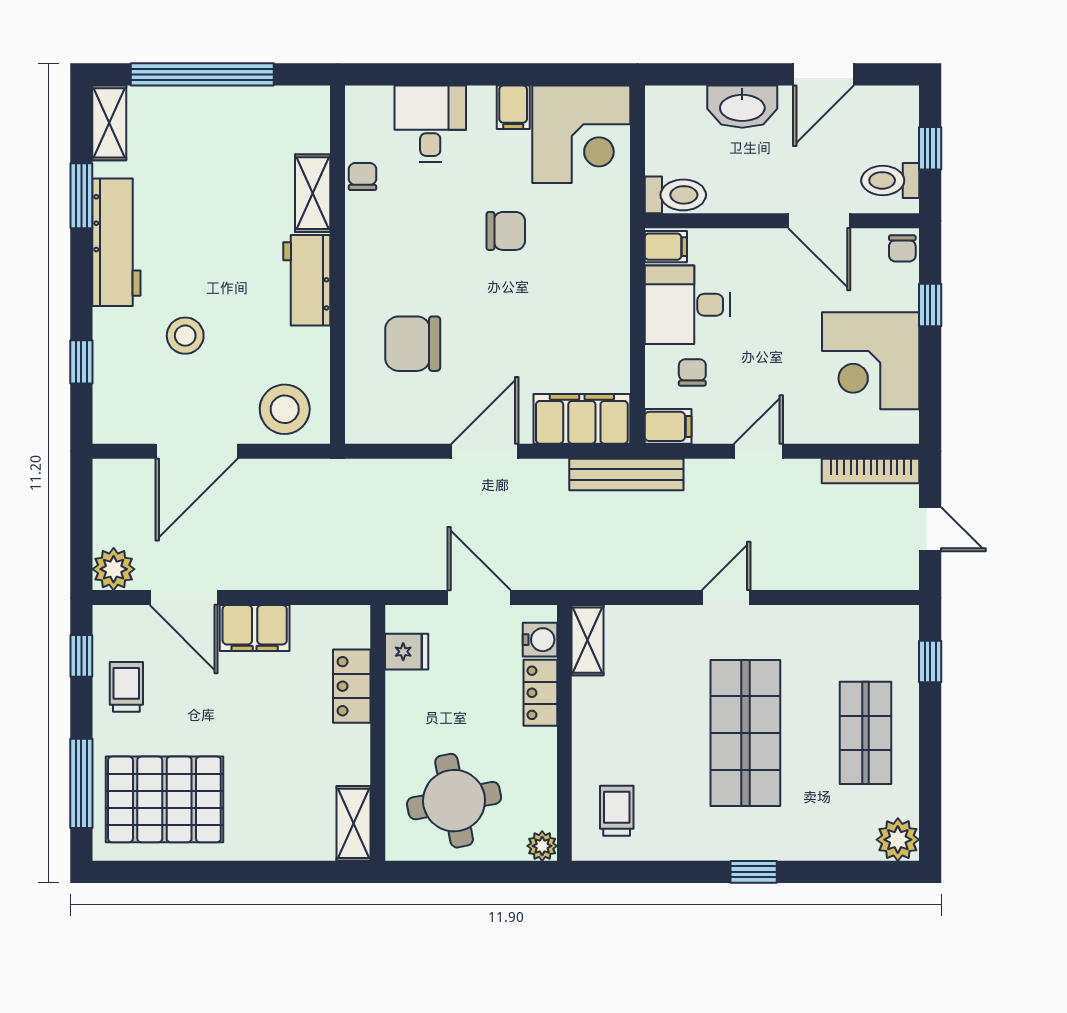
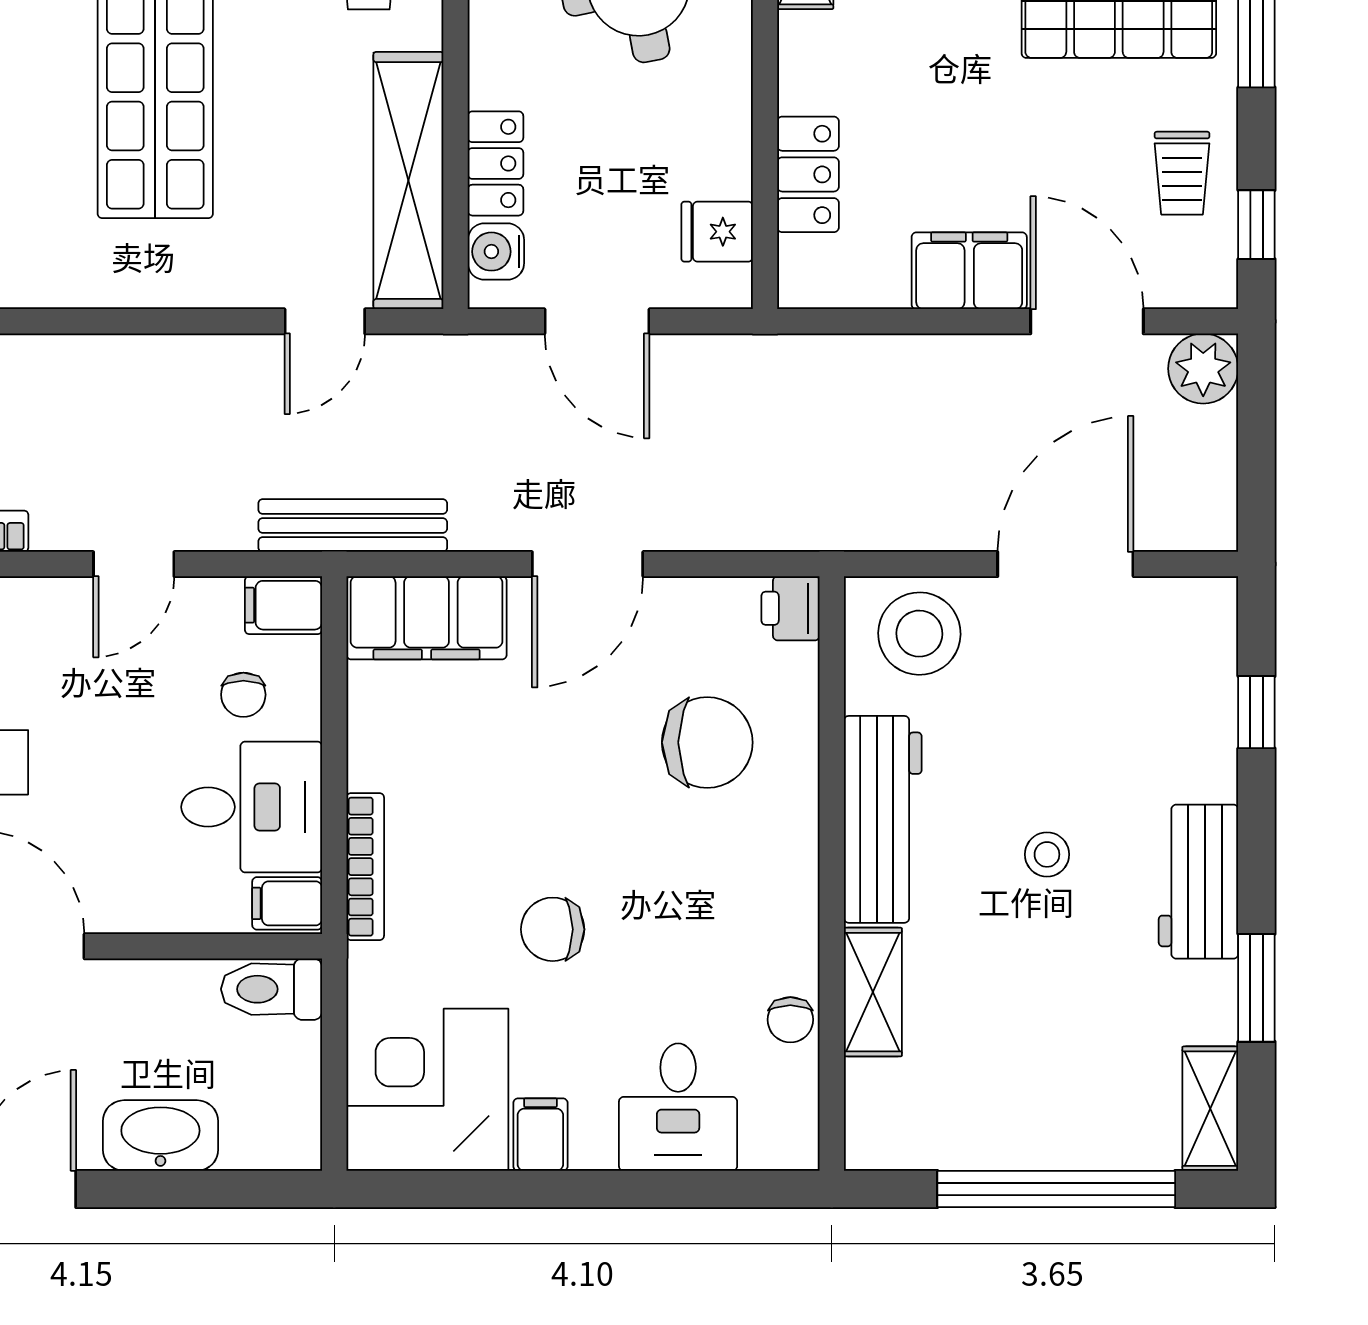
workbench: (116, 242) -> (1198, 882), width x0.73
bookcase: (619, 269) -> (365, 867), added
workbench: (307, 280) -> (883, 819), width x1.38
stool: (185, 336) -> (1047, 854), moved, width x0.73, depth x0.73
printer: (362, 425) -> (790, 608), added
door: (726, 598) -> (325, 321), moved
shelving: (588, 640) -> (408, 181), width x2.20, depth x1.33

